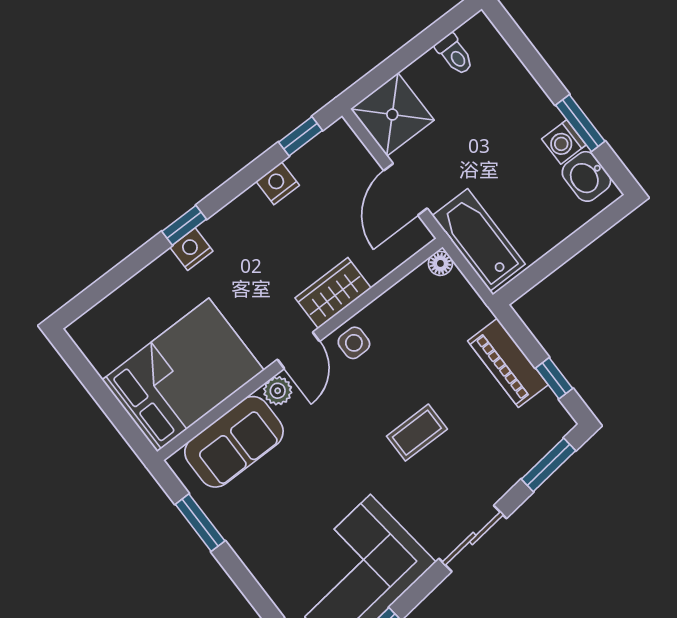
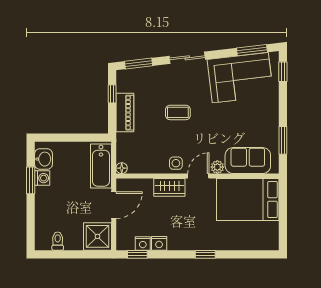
nightstand: (191, 249) -> (143, 243), moved

